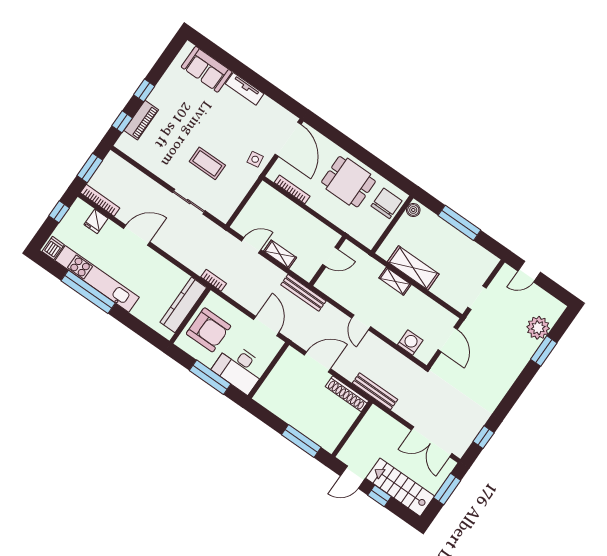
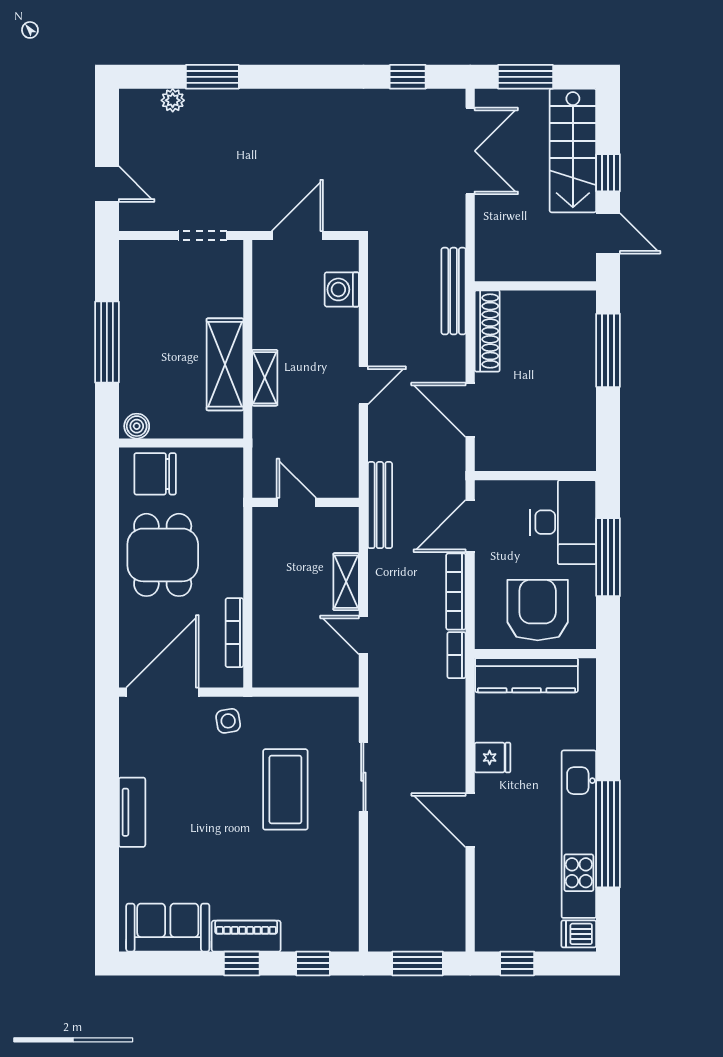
sofa: (207, 69) -> (168, 928), moved, turned -90
piano: (141, 120) -> (246, 936), moved
coffee table: (207, 163) -> (285, 789), width x1.36, depth x1.32
bookcase: (100, 200) -> (456, 592), moved
fridge: (96, 221) -> (492, 758), moved
plant: (538, 328) -> (173, 100), width x0.53, depth x0.53

